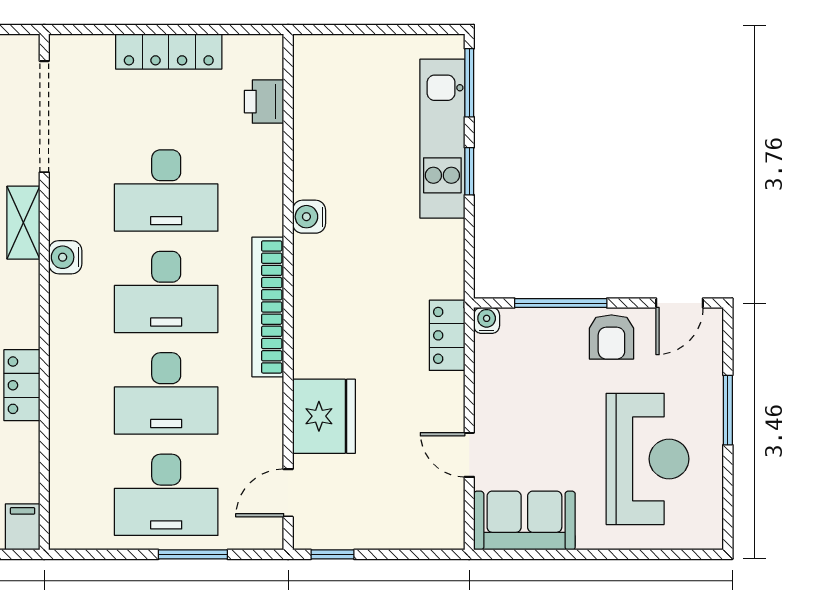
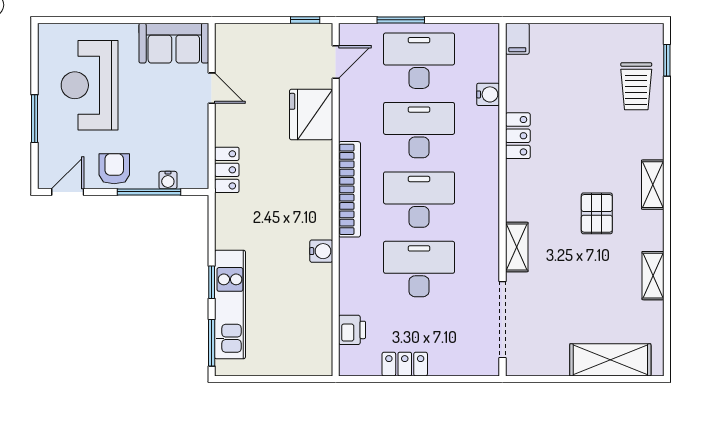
locker: (169, 52) -> (405, 364), width x0.66
water cooler: (65, 257) -> (488, 94), moved
water cooler: (487, 320) -> (168, 180), moved

